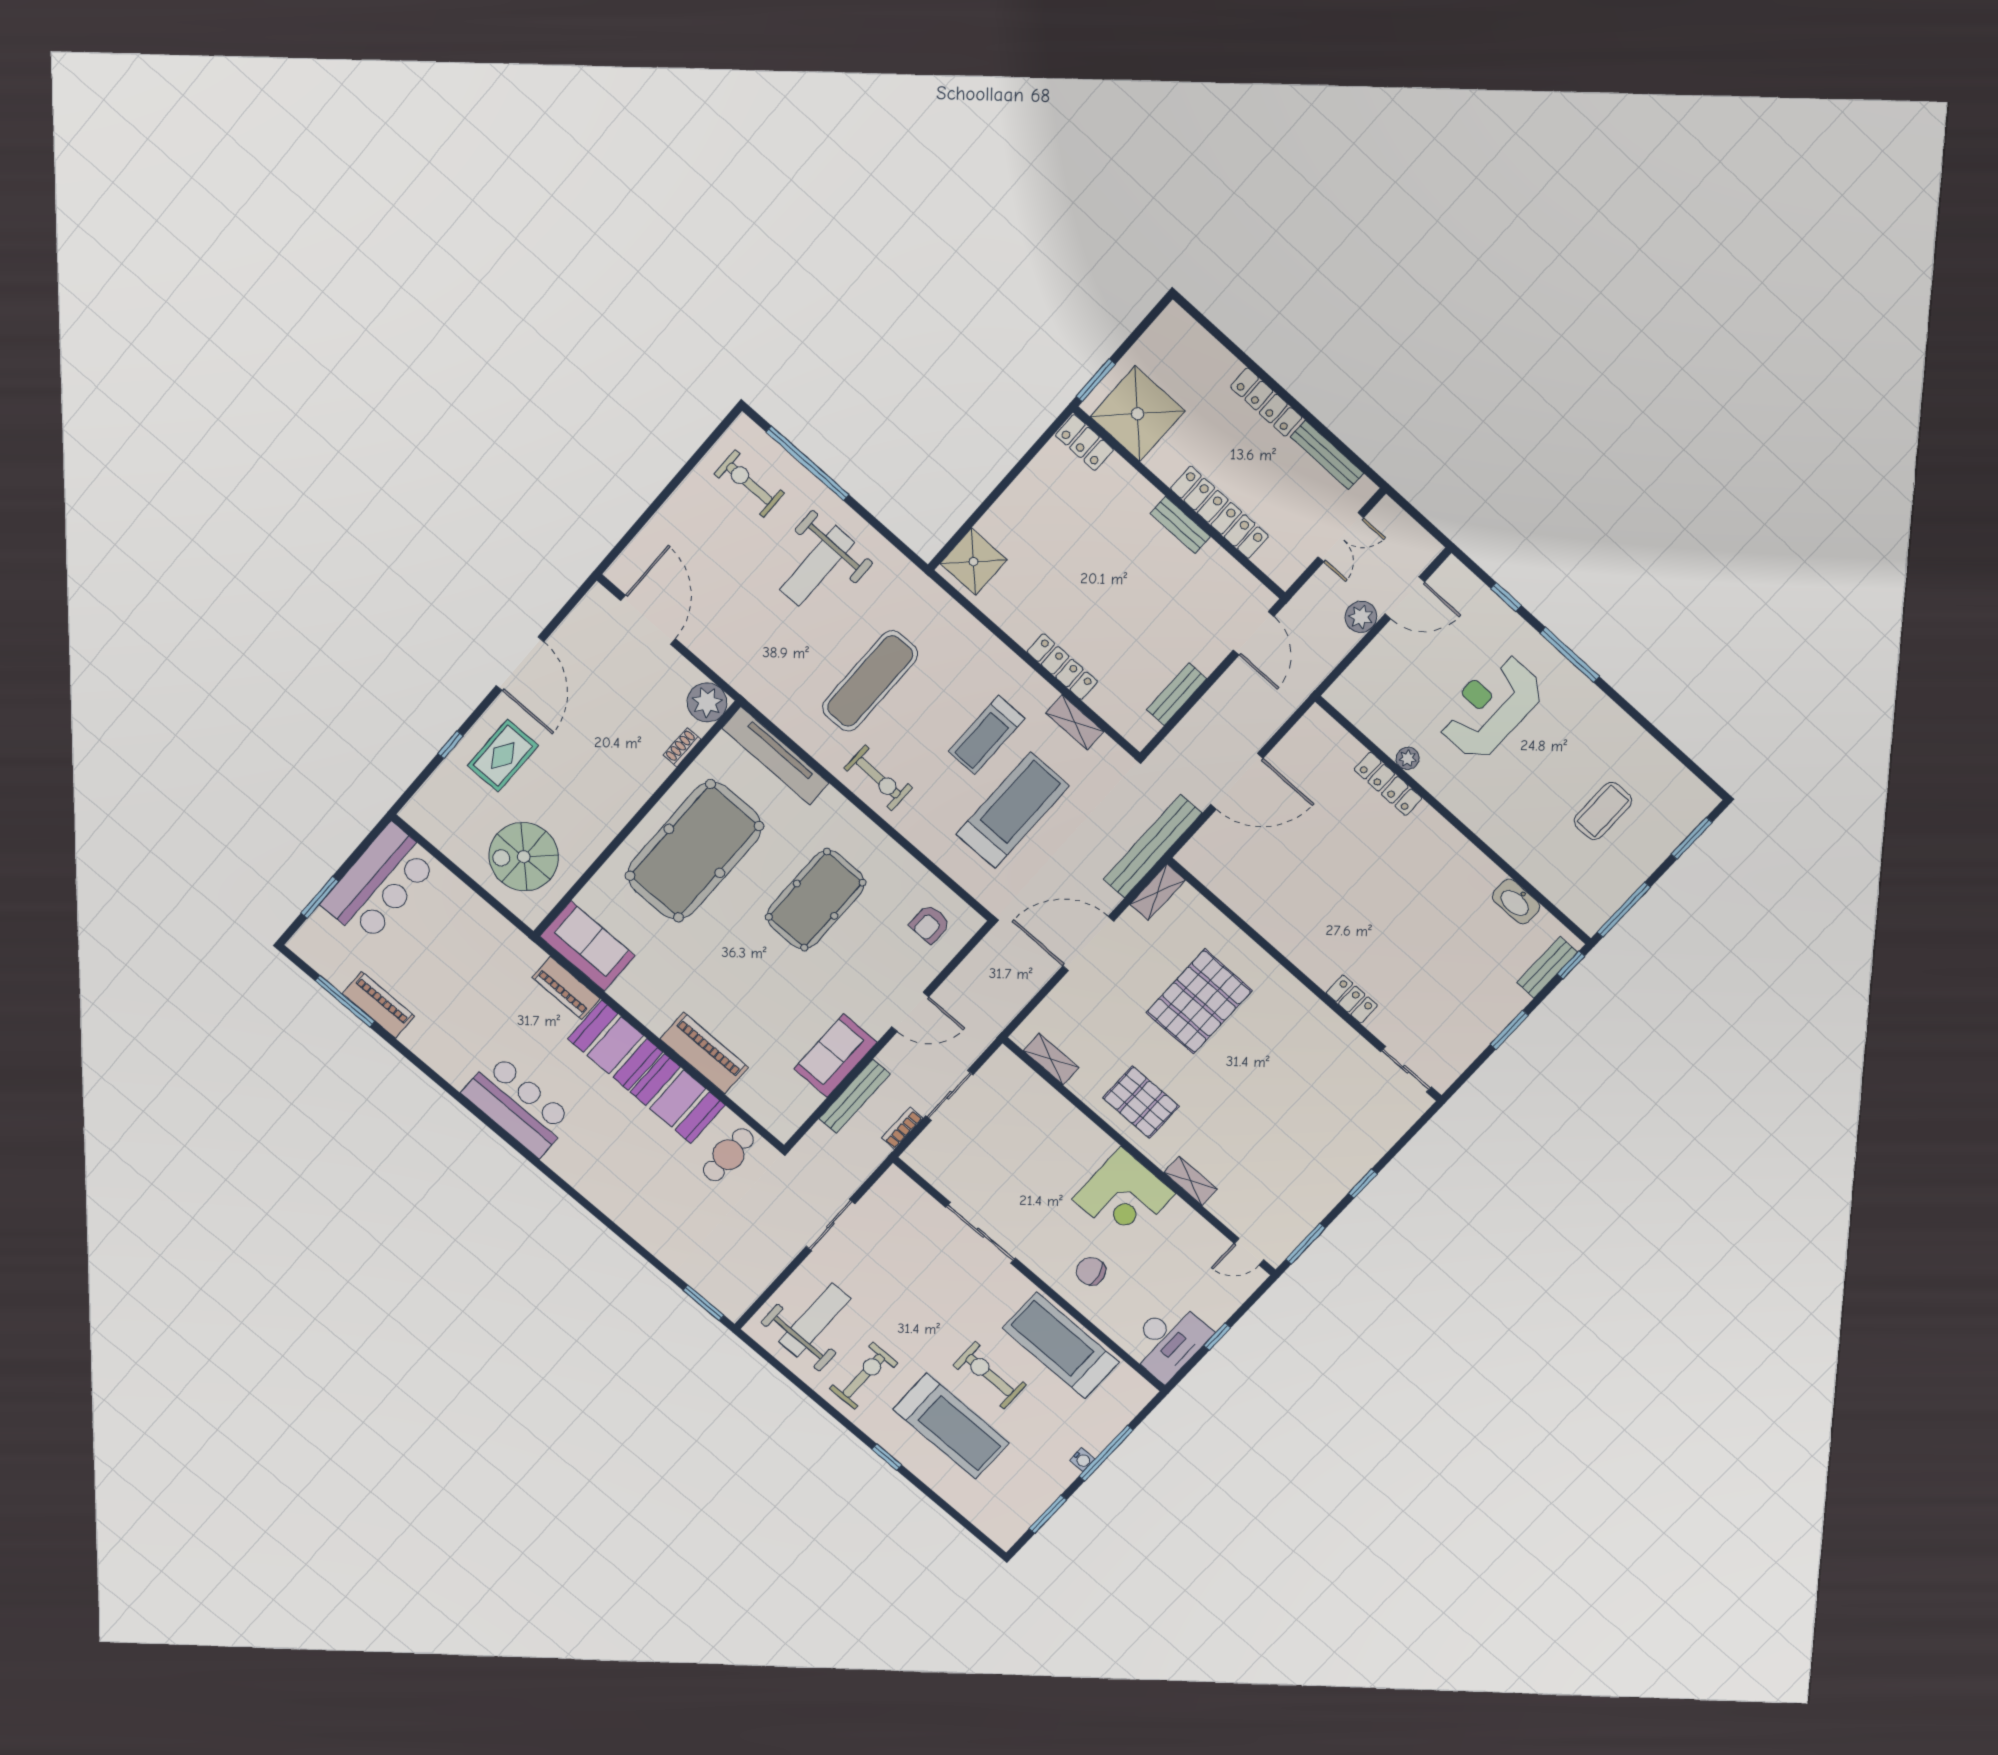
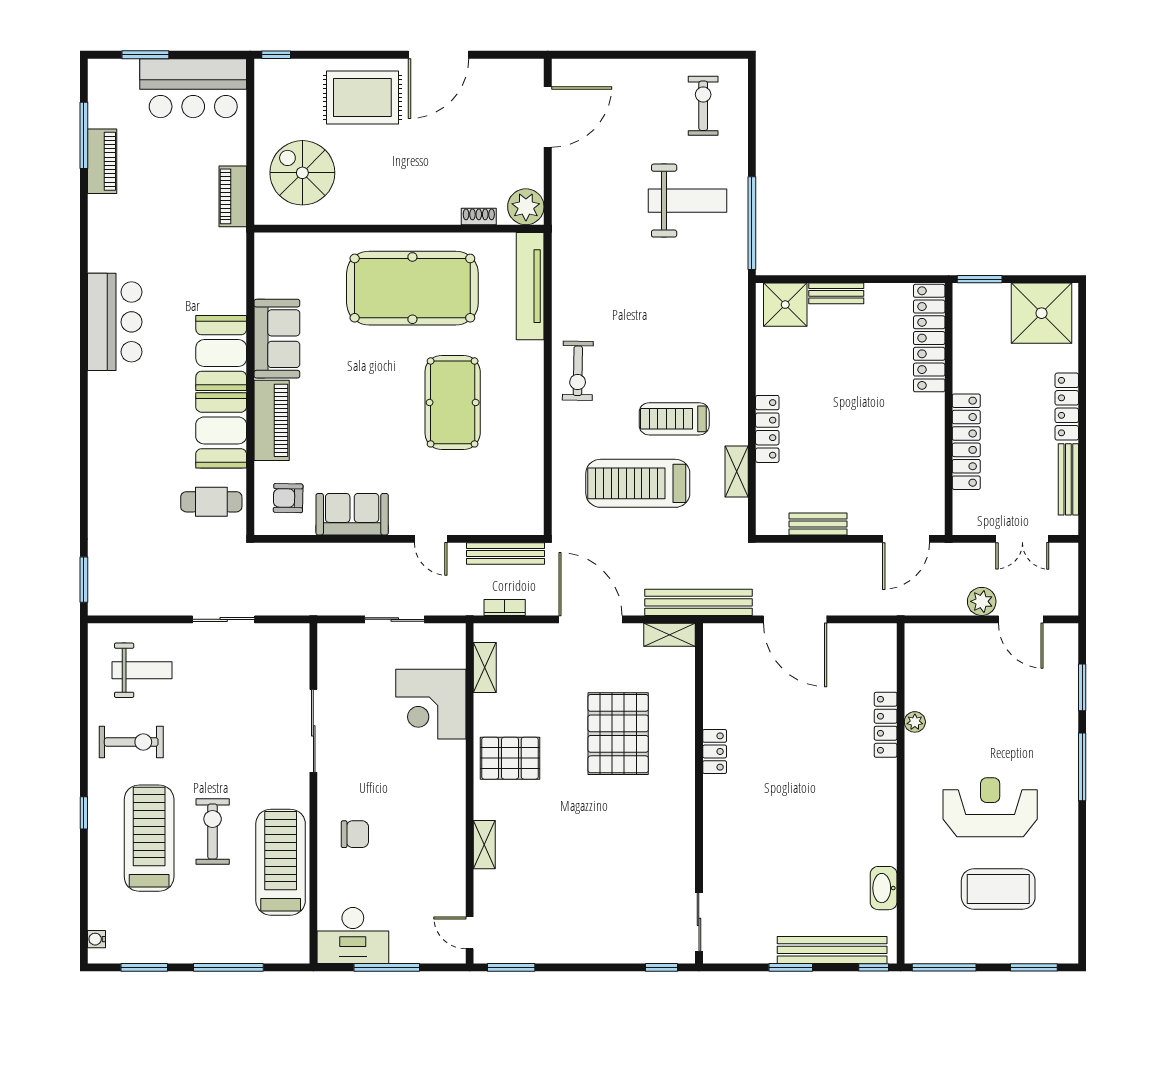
shower: (1138, 414) -> (1041, 313), moved
locker: (1084, 442) -> (929, 338), width x2.16, depth x1.21
window: (807, 463) -> (752, 223), moved
bench: (1180, 525) -> (836, 293), moved, turned 90
weight bench: (817, 566) -> (688, 201), turned 180
window: (1506, 597) -> (1082, 687), width x1.50
exercise mat: (870, 681) -> (640, 306), removed
reception desk: (1491, 707) -> (990, 807), moved
window: (451, 745) -> (276, 55), moved
rug: (503, 756) -> (362, 98), width x1.36, depth x1.43
treadmill: (1013, 810) -> (638, 483), turned 180
coffee table: (1603, 811) -> (998, 889), width x1.36, depth x1.32
pool table: (816, 900) -> (453, 402), turned 90
armchair: (930, 924) -> (288, 498), moved
sofa: (587, 946) -> (277, 339), moved
bench: (1547, 967) -> (832, 950), width x1.86, depth x1.21
piano: (566, 988) -> (233, 196), moved
locker: (1352, 999) -> (715, 751), moved
pallet: (1199, 1002) -> (618, 734), turned 90
door: (910, 1012) -> (431, 539), width x0.73
bench: (854, 1096) -> (506, 553), moved
pallet: (1141, 1102) -> (510, 758), turned 90
bookcase: (902, 1128) -> (505, 607), moved
window: (1363, 1184) -> (661, 967), moved
corner desk: (1124, 1196) -> (431, 704), moved
chair: (1091, 1271) -> (355, 834), turned 103
weight bench: (815, 1320) -> (142, 670), width x0.73, depth x0.75
window: (1217, 1337) -> (387, 967), width x2.17
treadmill: (951, 1426) -> (149, 838), turned 180
water cooler: (1082, 1460) -> (96, 939), moved, turned 90

